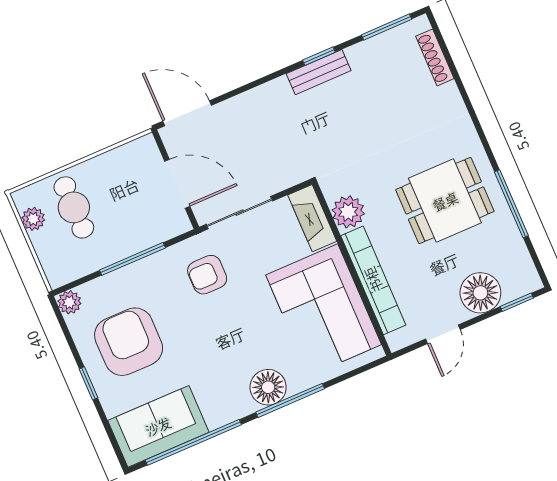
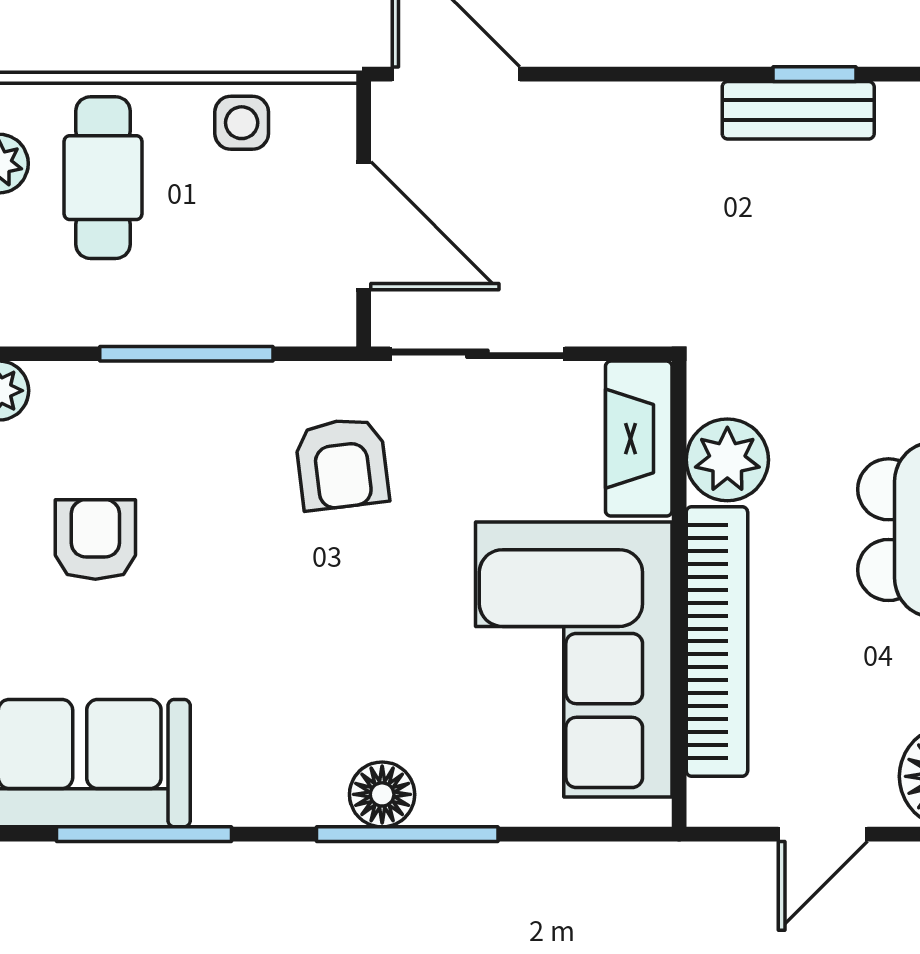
side table: (116, 165) -> (242, 123), added
armchair: (207, 275) -> (342, 464), turned -97
armchair: (129, 342) -> (95, 539), width x0.53, depth x0.53
floor lamp: (268, 387) -> (382, 794), width x0.73, depth x0.73
window: (193, 442) -> (144, 834), width x0.68

